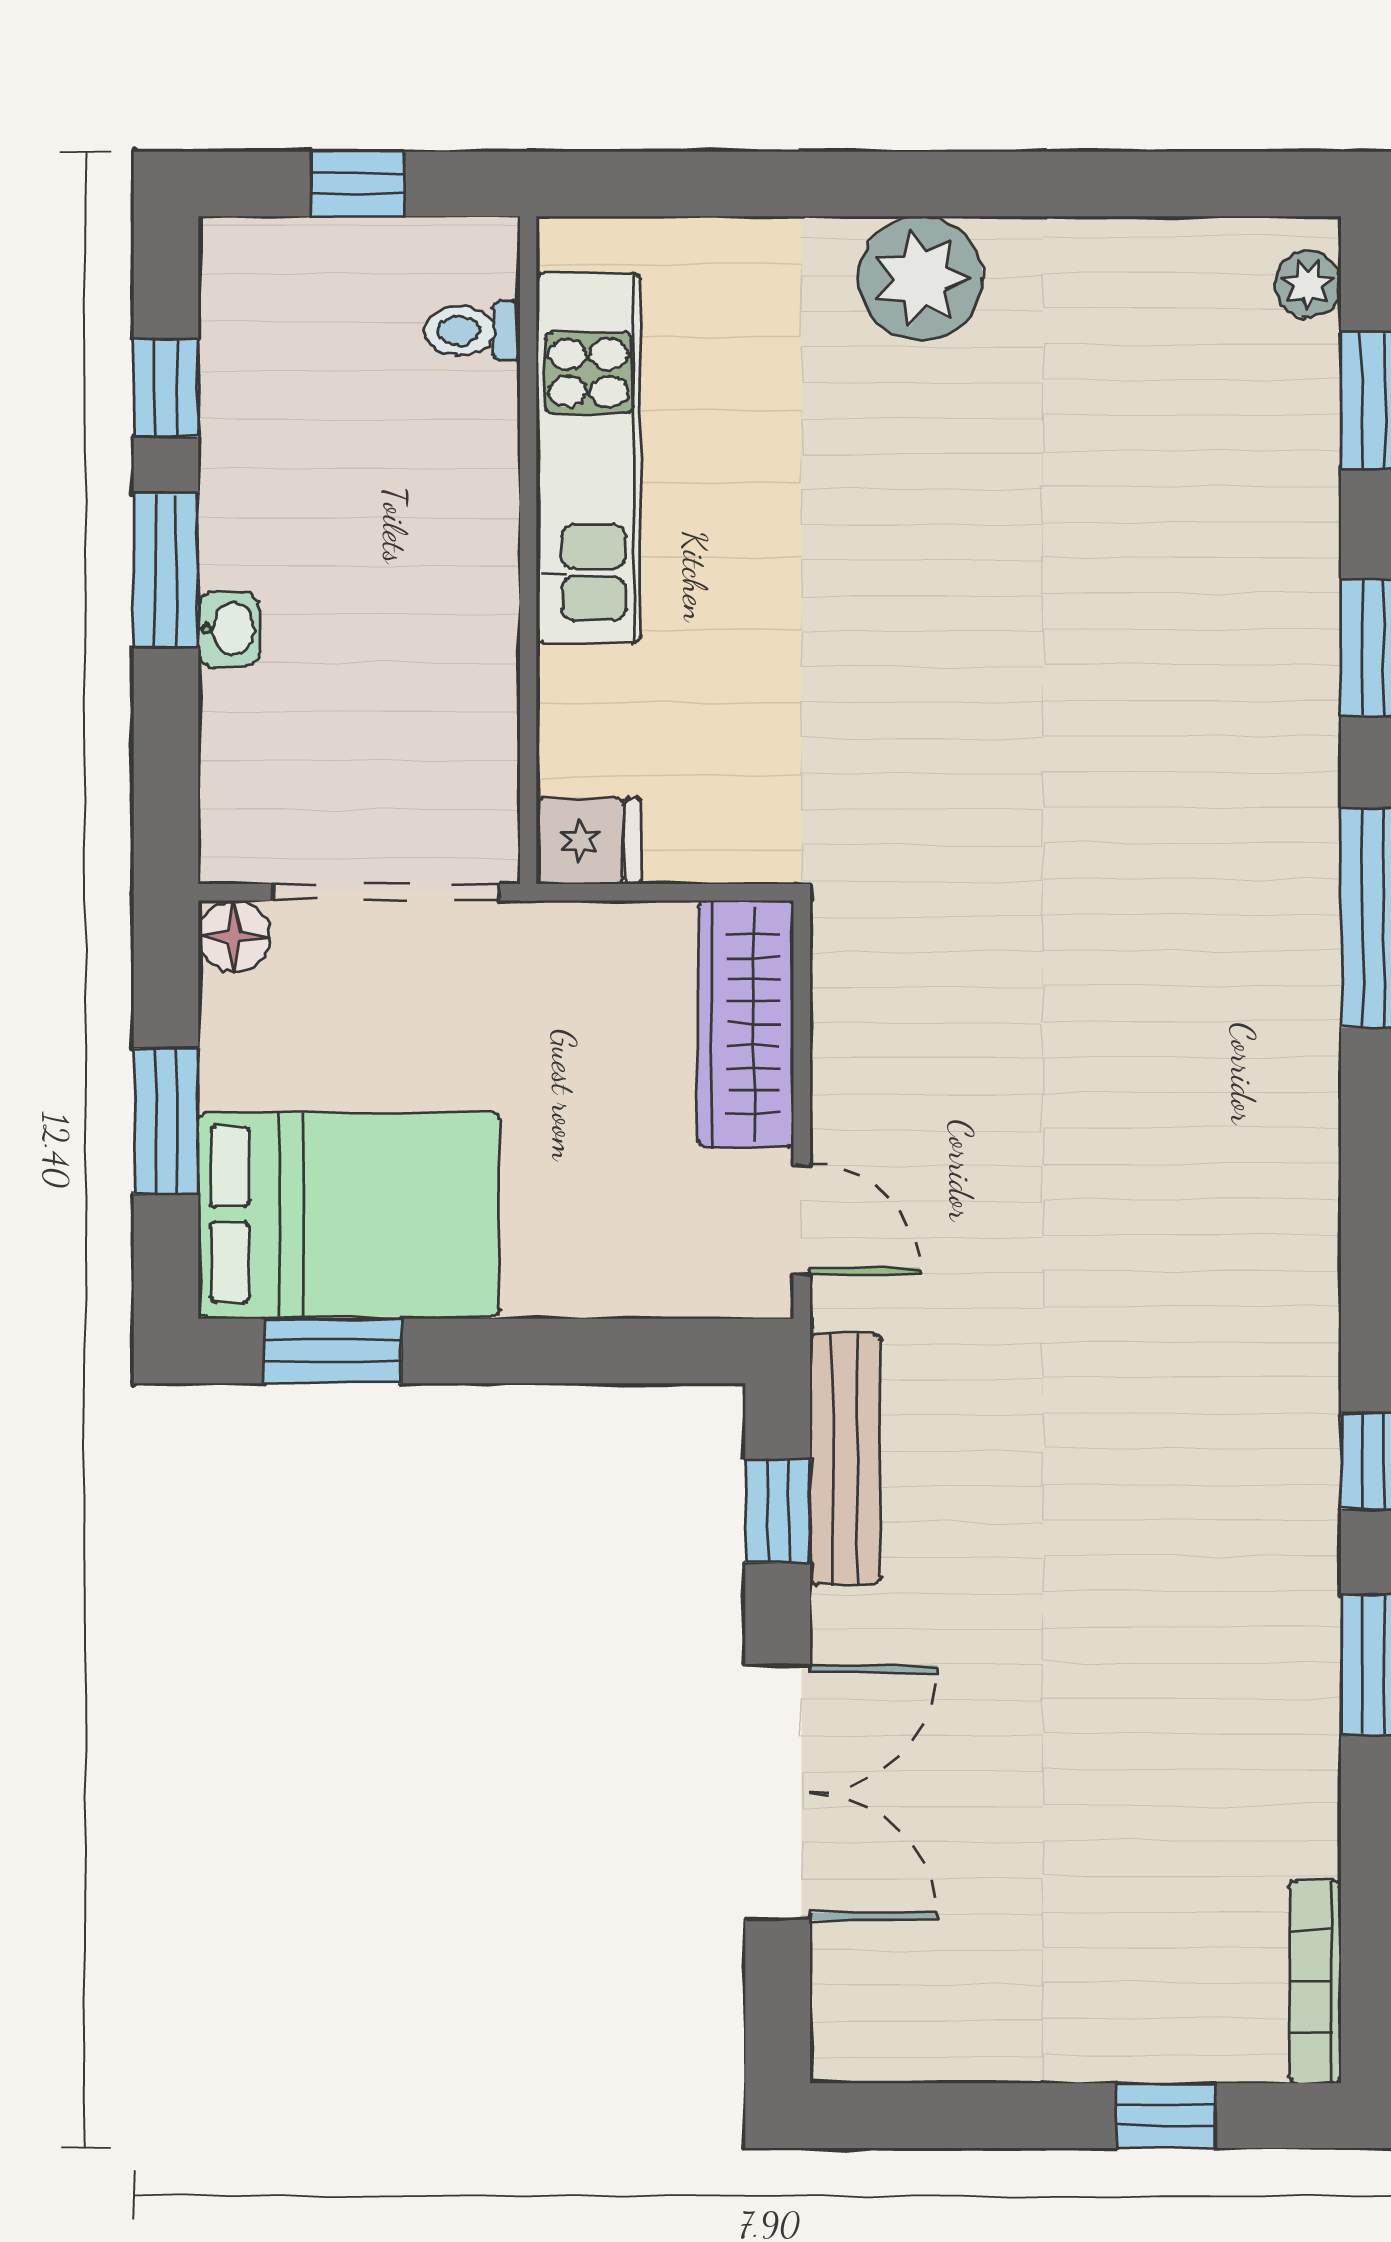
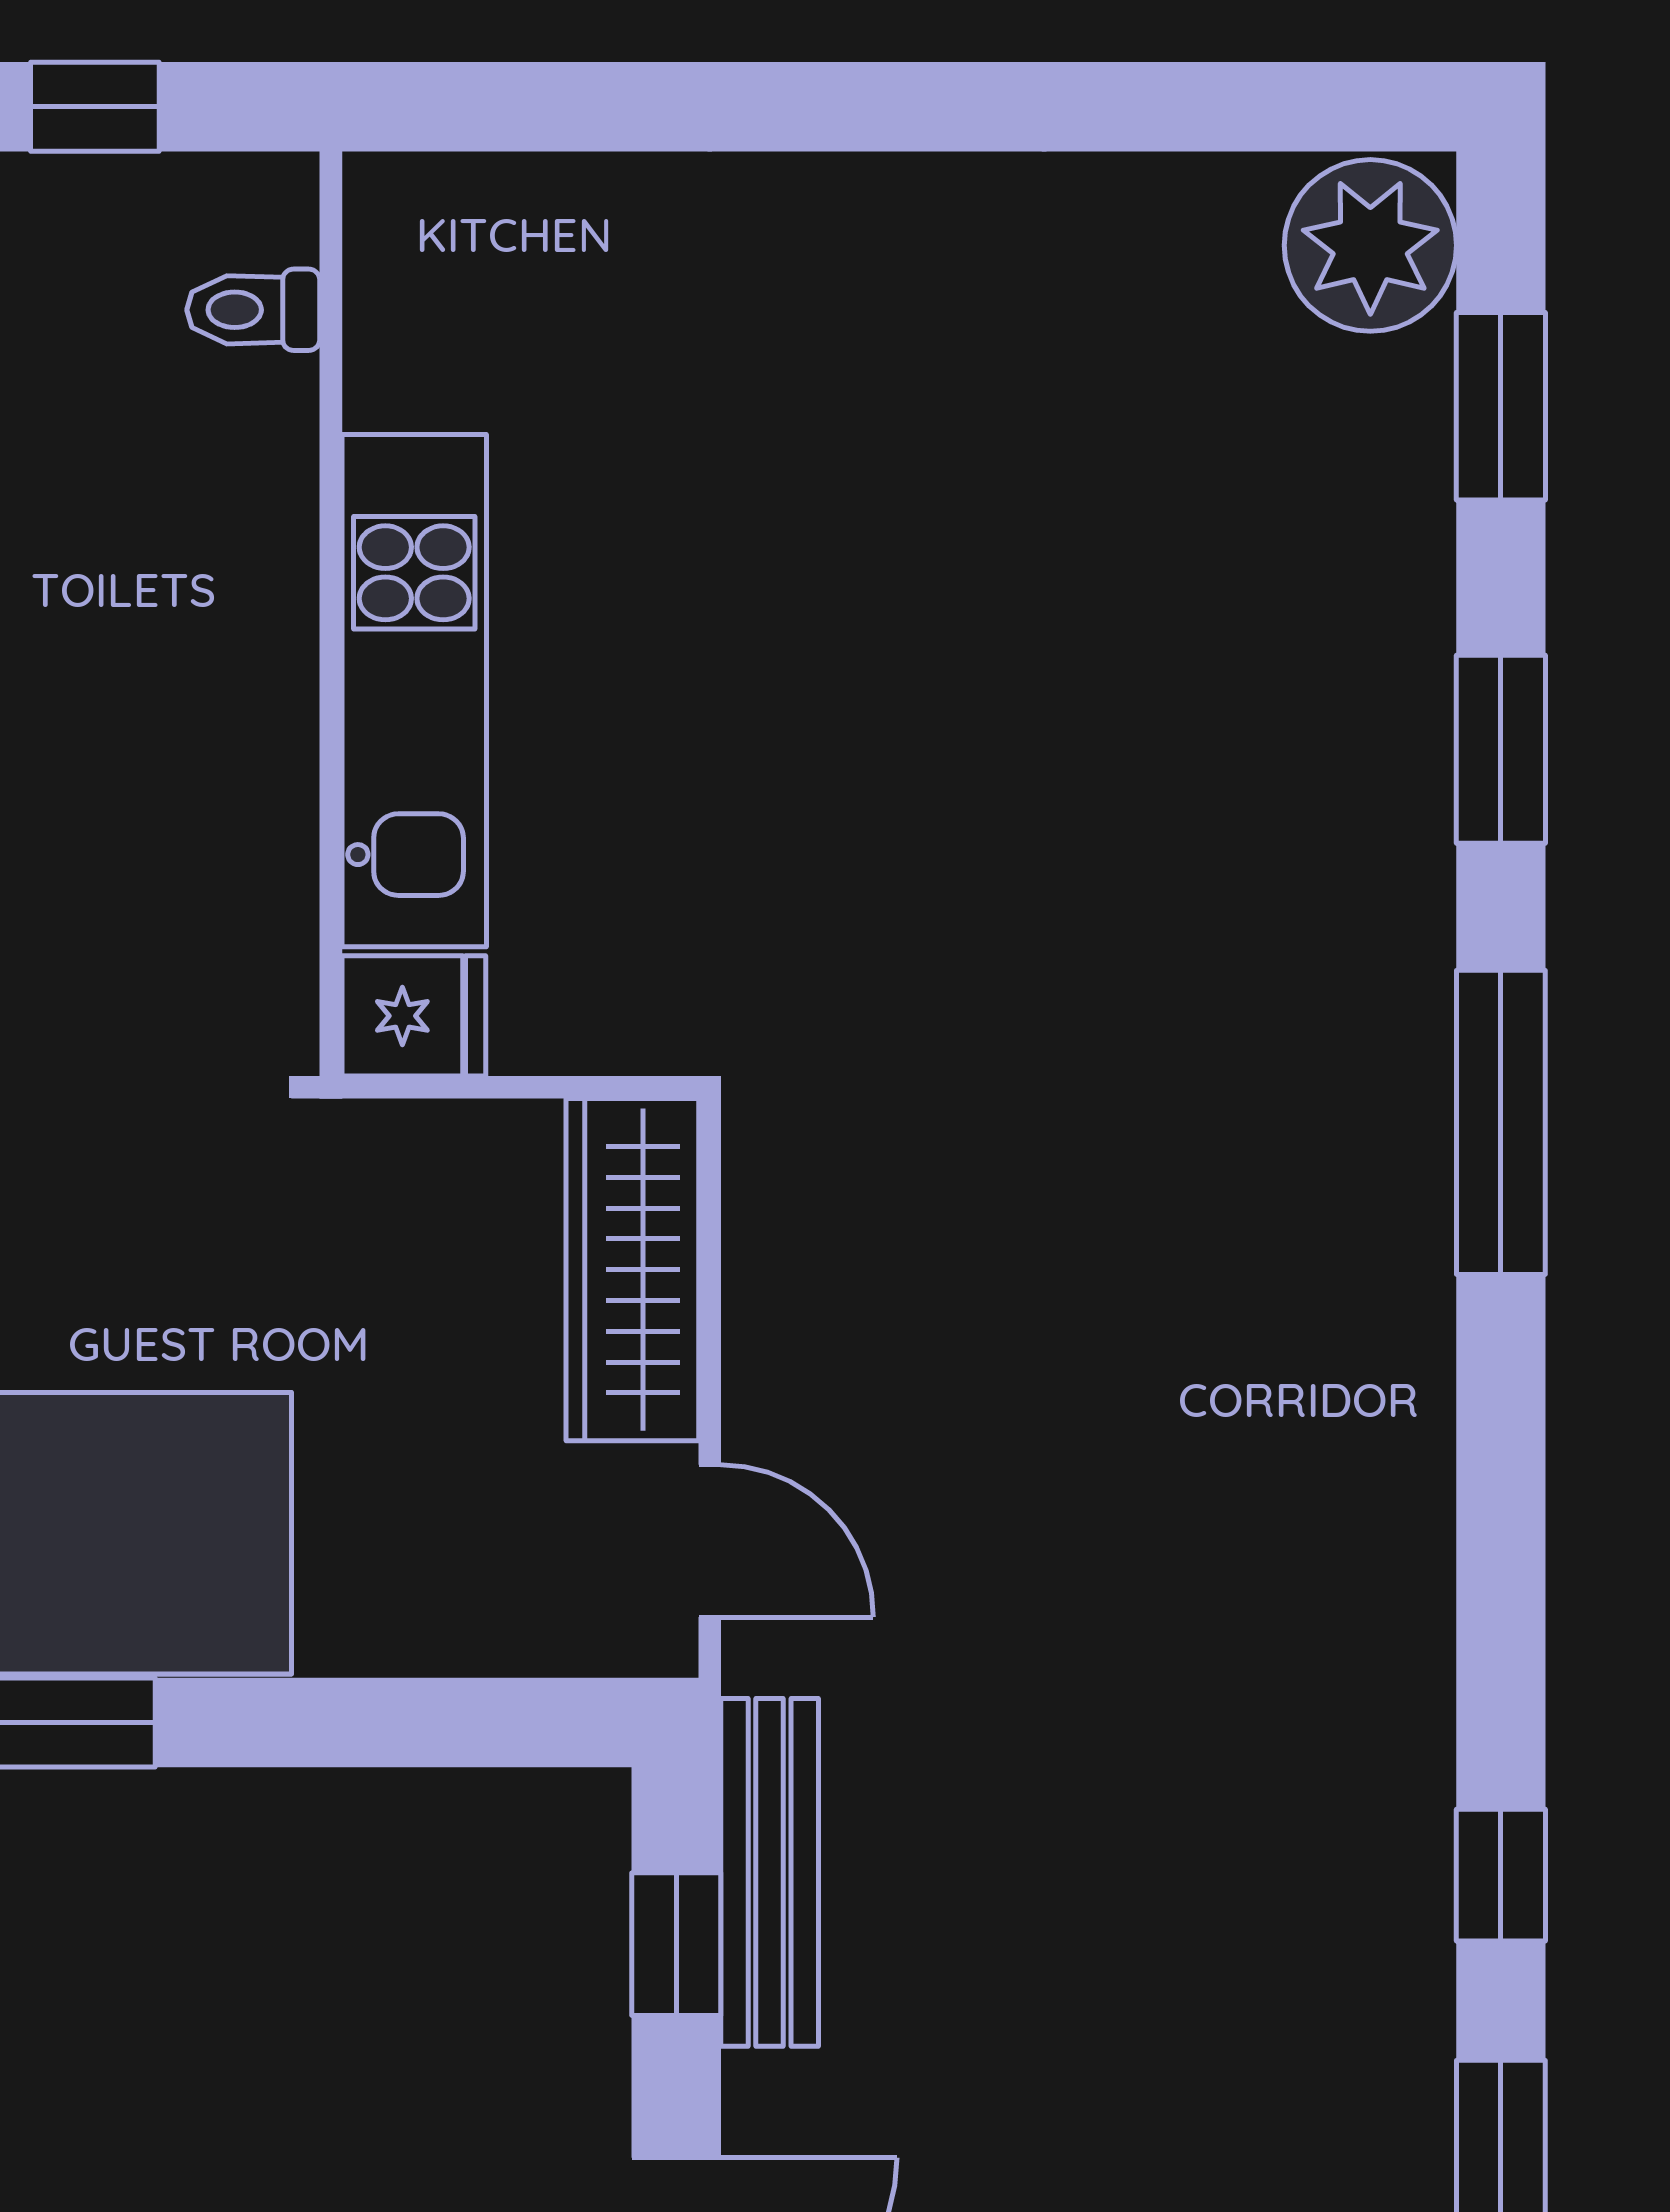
plant: (920, 278) -> (874, 237), removed
plant: (1308, 284) -> (1370, 245), width x1.88, depth x1.88
kitchen unit: (588, 458) -> (414, 691), moved

